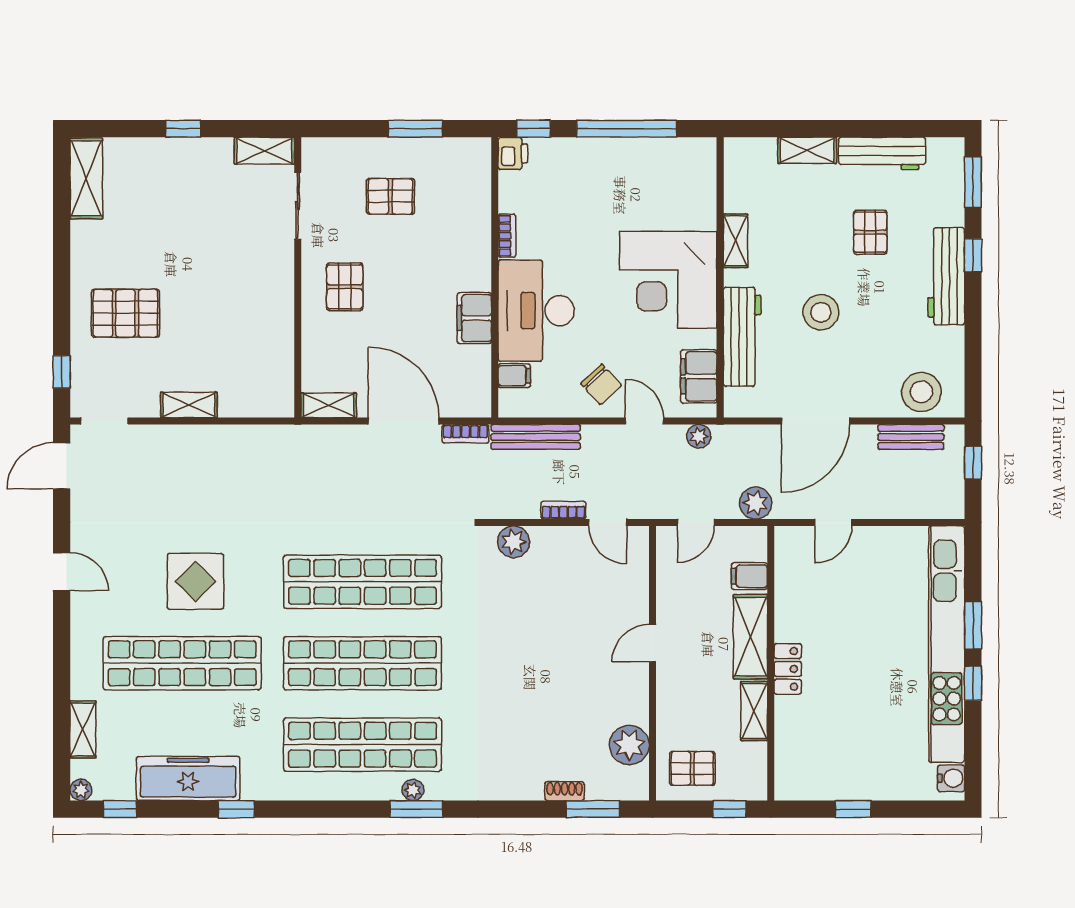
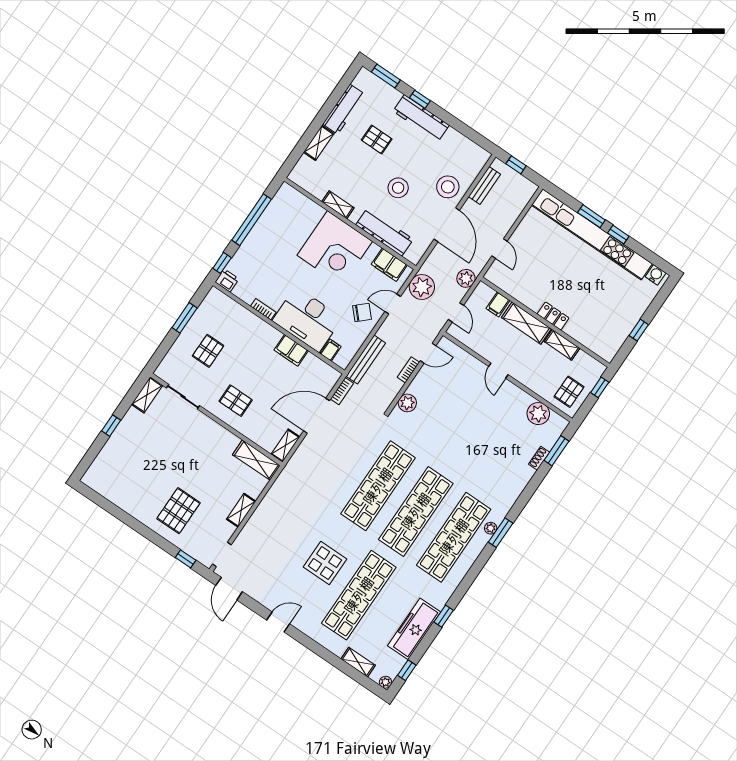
shelving: (86, 178) -> (256, 460), moved
stool: (921, 392) -> (448, 187), moved
plant: (699, 436) -> (422, 287), width x1.88, depth x1.88

